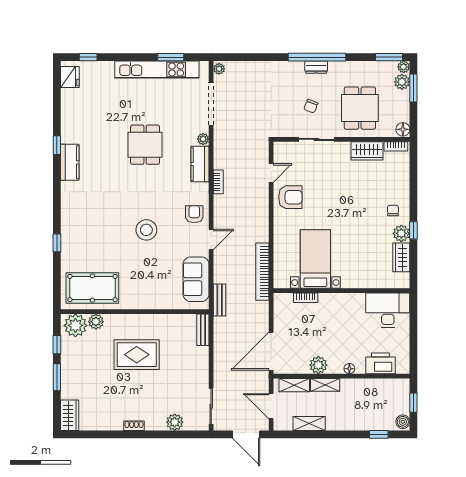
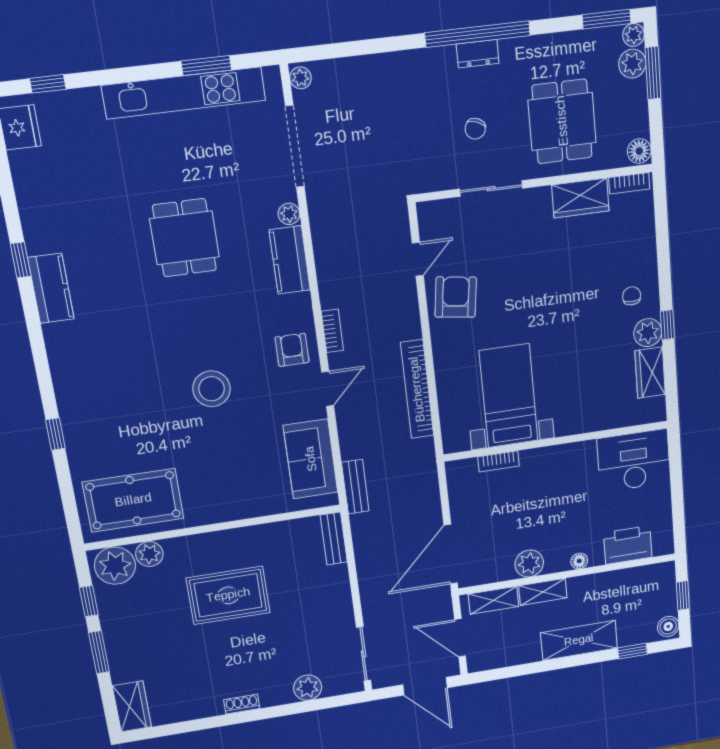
bookcase: (218, 182) -> (332, 331), moved
armchair: (290, 197) -> (456, 297), turned -82
bookcase: (262, 272) -> (417, 389), moved
shelving: (309, 424) -> (579, 640), moved, width x1.50, depth x1.33

